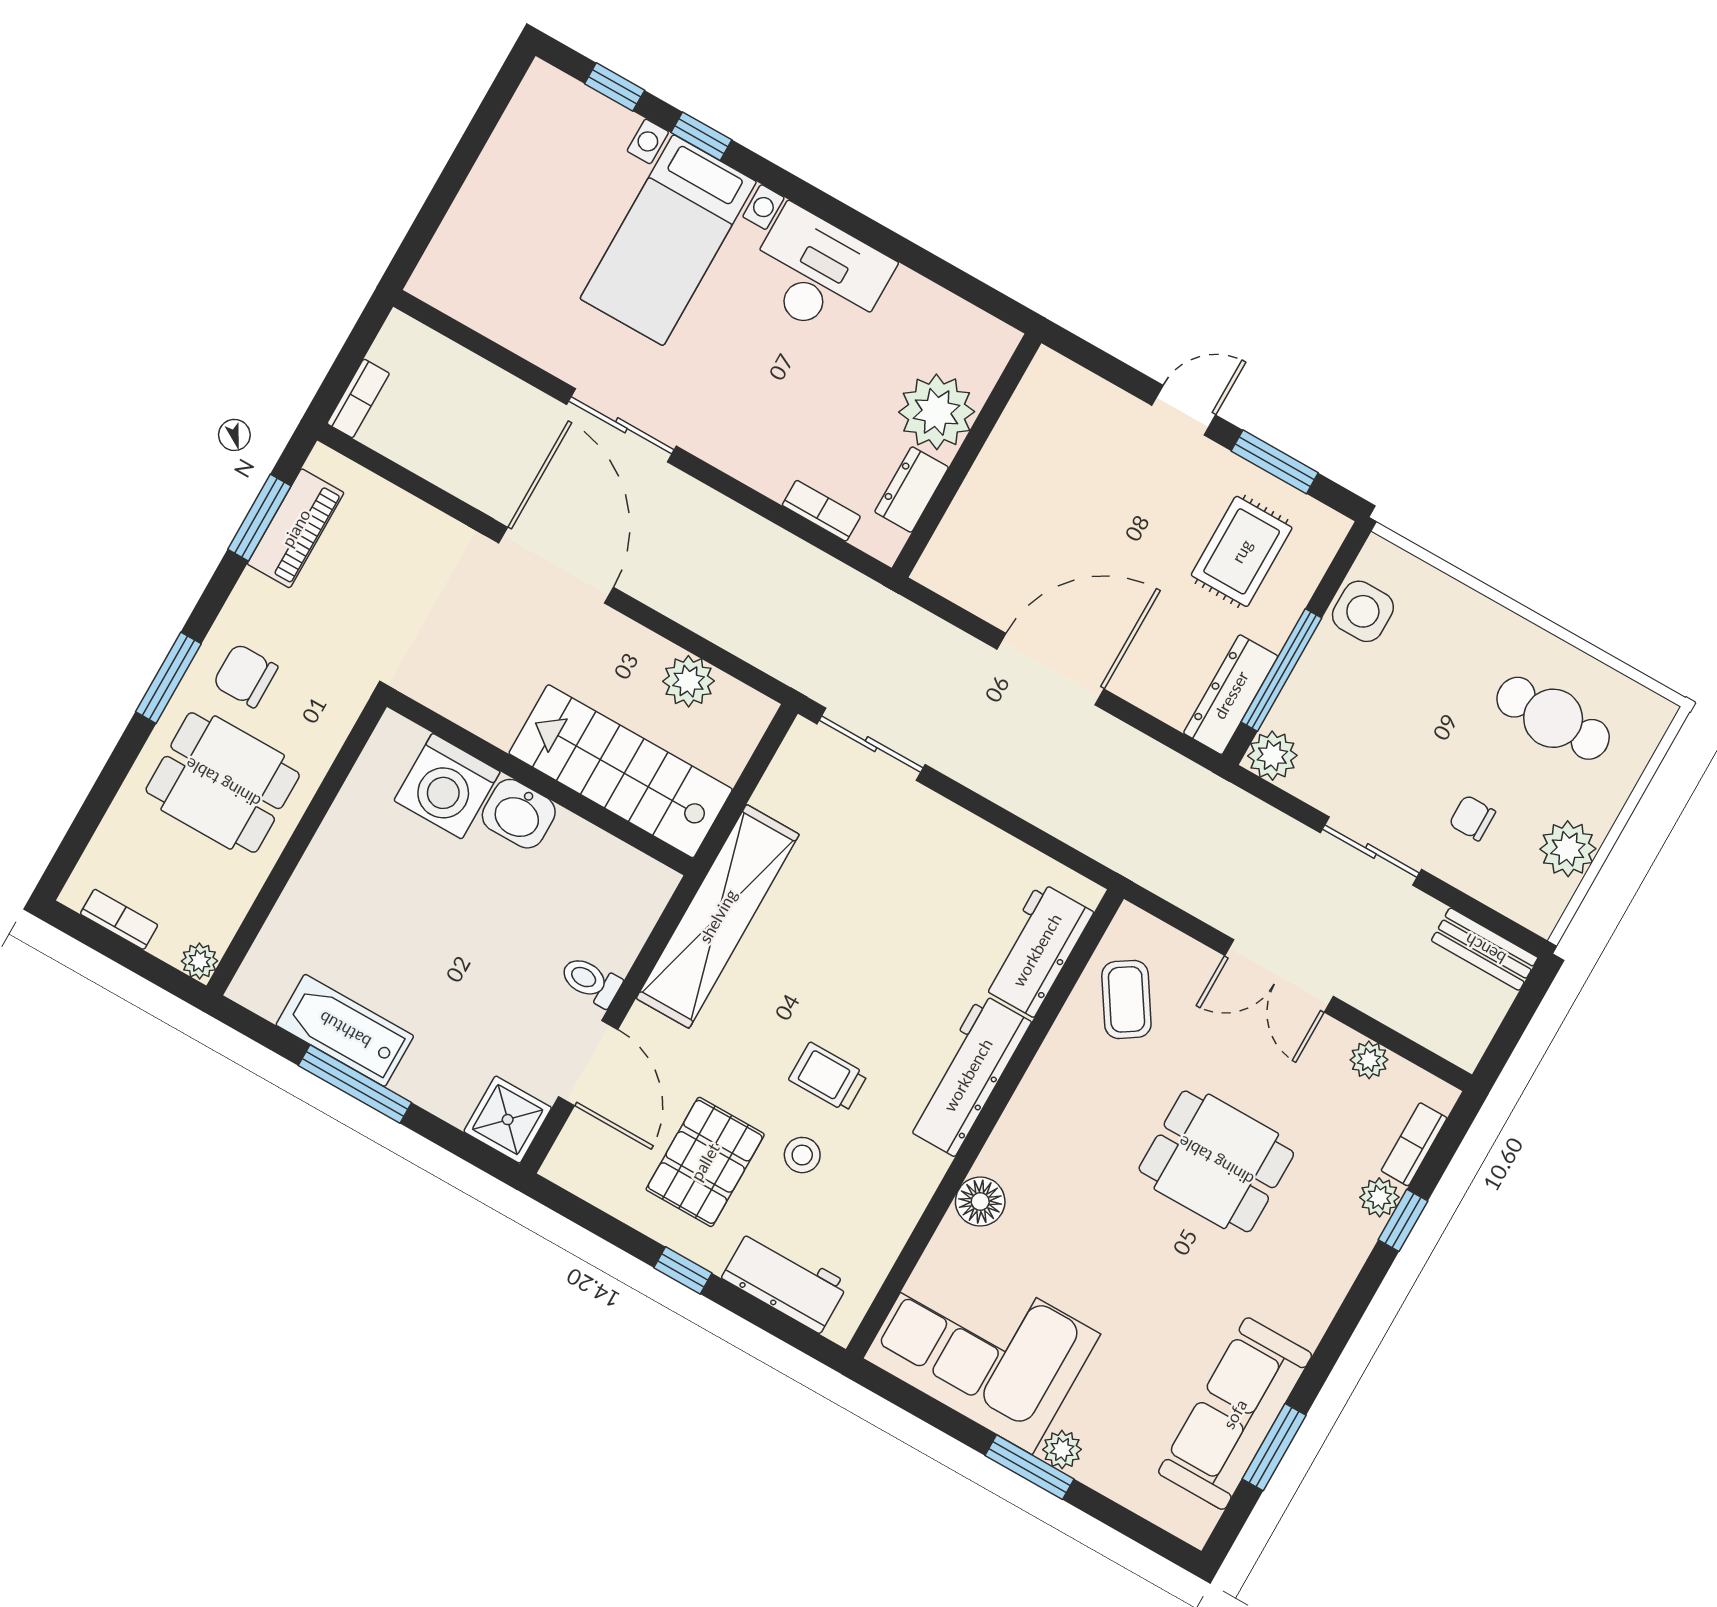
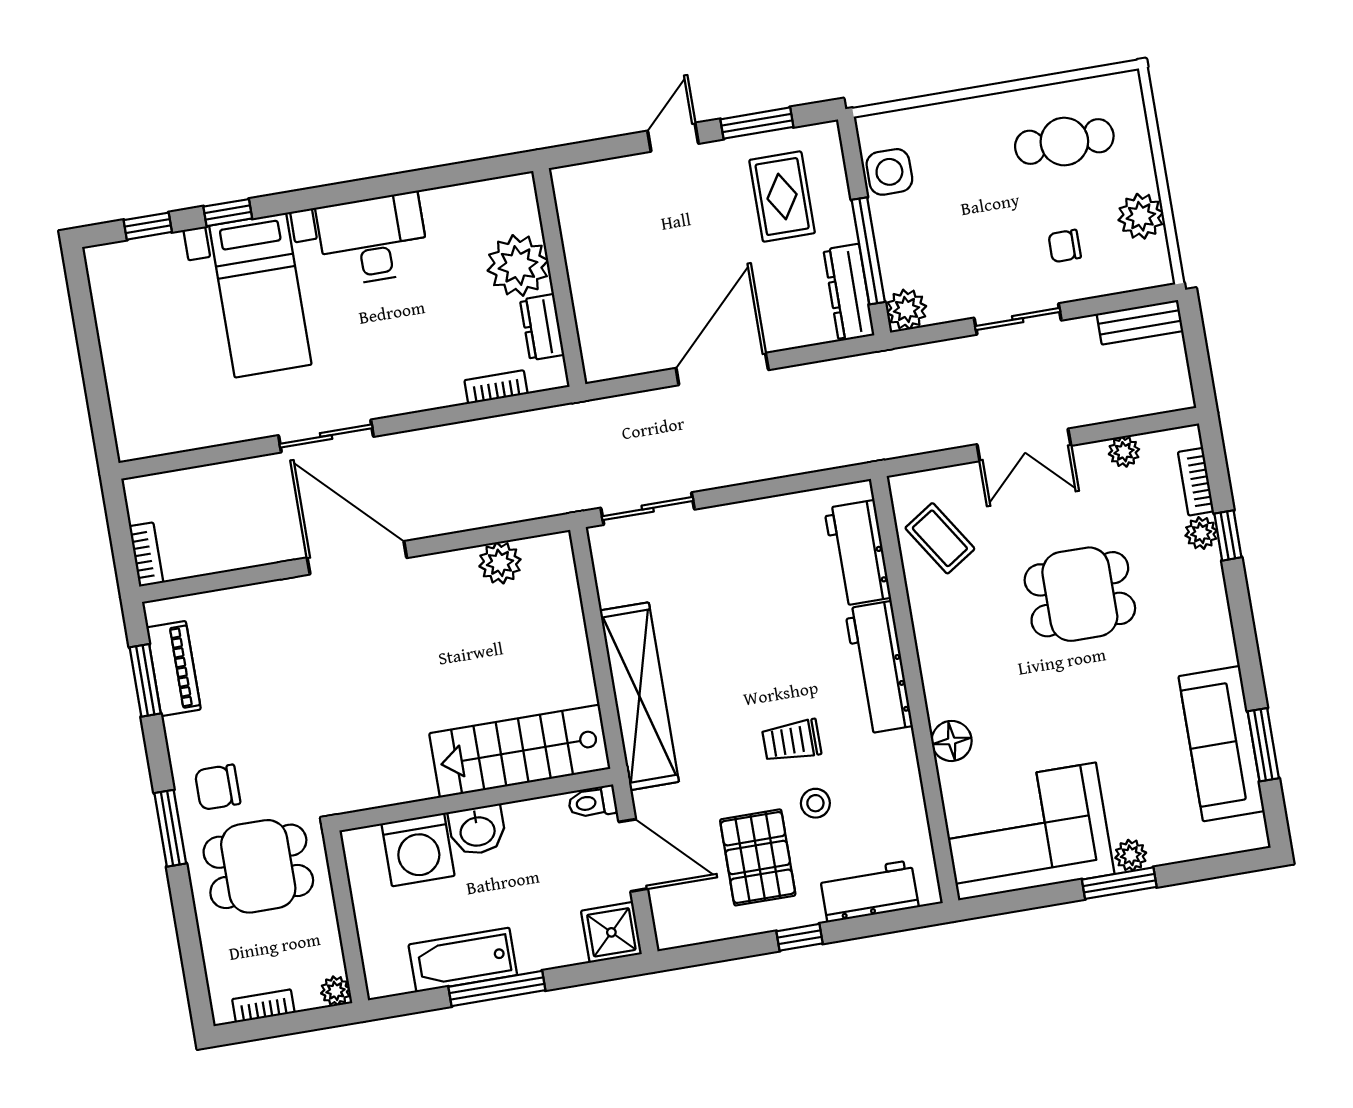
stairs: (621, 771) -> (520, 751), moved
wall: (540, 783) -> (475, 800), moved
washing machine: (447, 786) -> (418, 850), moved
washbasin: (519, 814) -> (477, 830), moved

